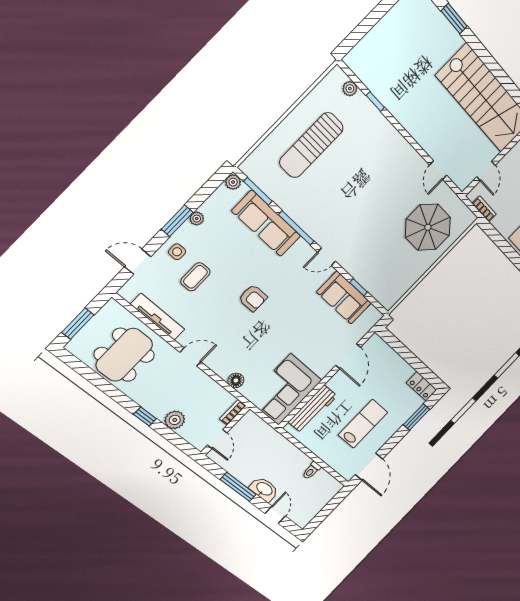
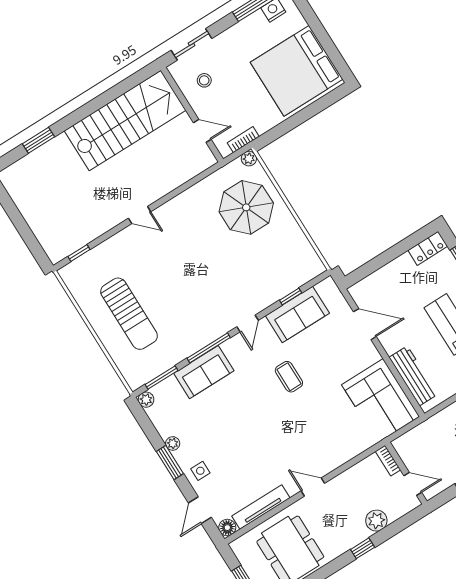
plant: (350, 89) -> (249, 159), moved
window: (375, 101) -> (79, 253), moved
door: (438, 170) -> (140, 215), moved
sofa: (266, 223) -> (204, 372), width x0.73
coffee table: (195, 277) -> (289, 377), moved
armchair: (253, 298) -> (269, 409), removed
door: (190, 357) -> (313, 487), hinge flipped
floor lamp: (236, 380) -> (227, 528), moved

